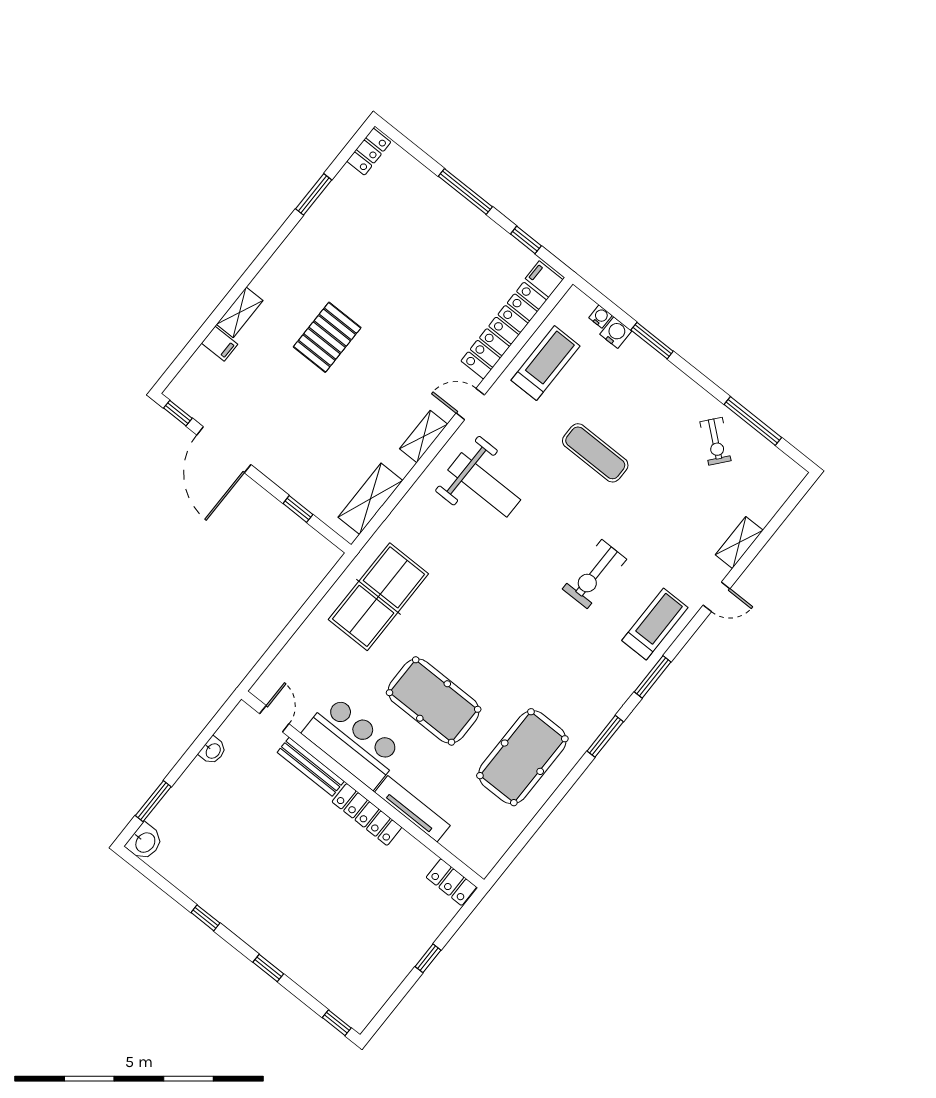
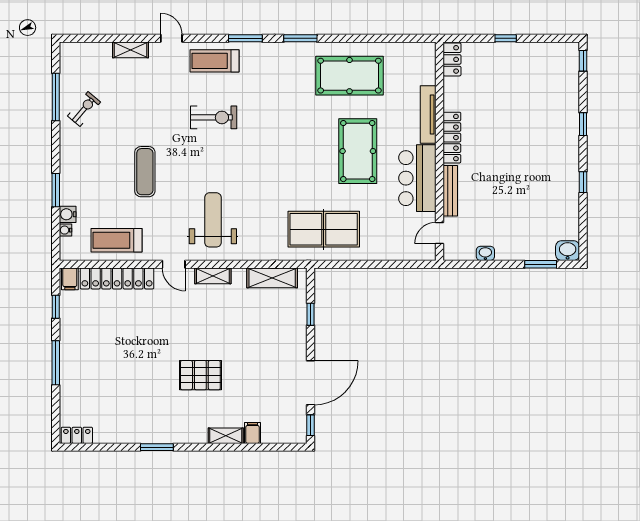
window: (314, 194) -> (157, 447), moved

